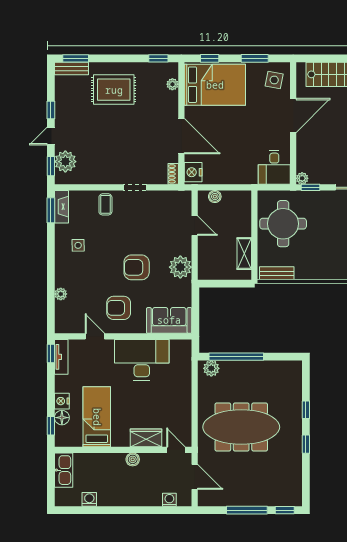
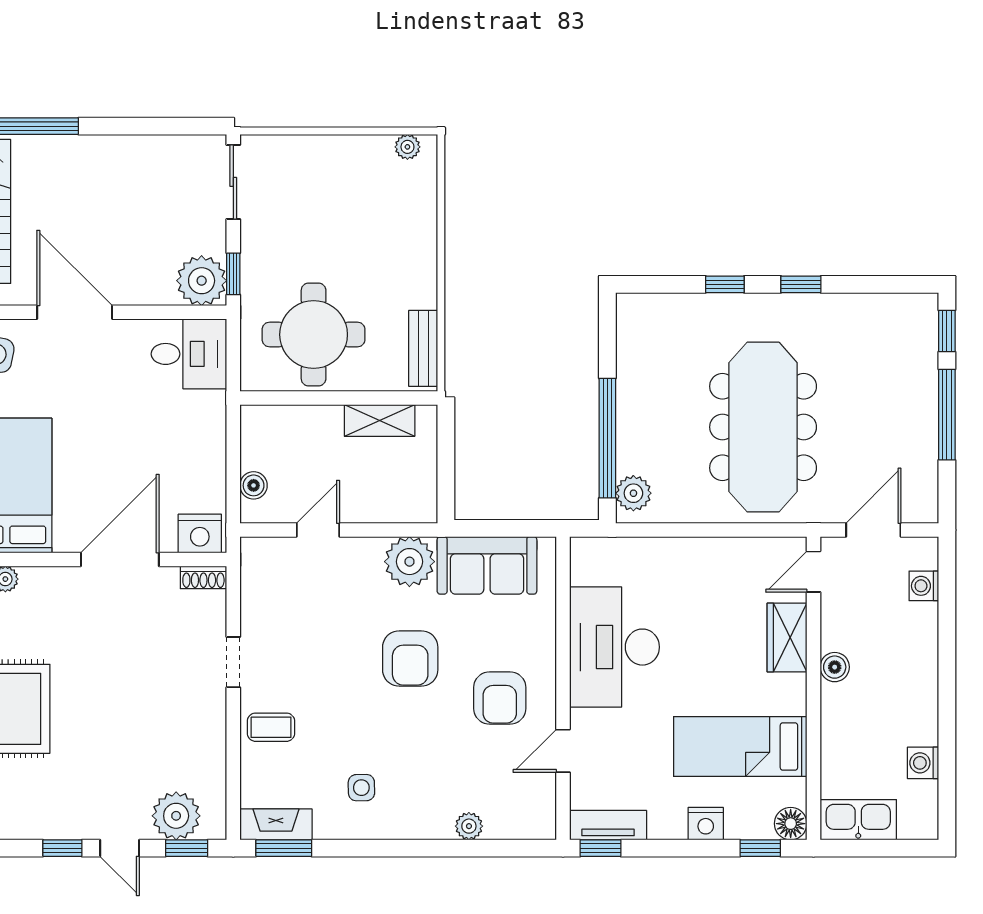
plant: (302, 178) -> (202, 281), width x1.88, depth x1.88
sofa: (169, 320) -> (487, 565), moved, turned -90
floor lamp: (62, 418) -> (791, 824), moved

